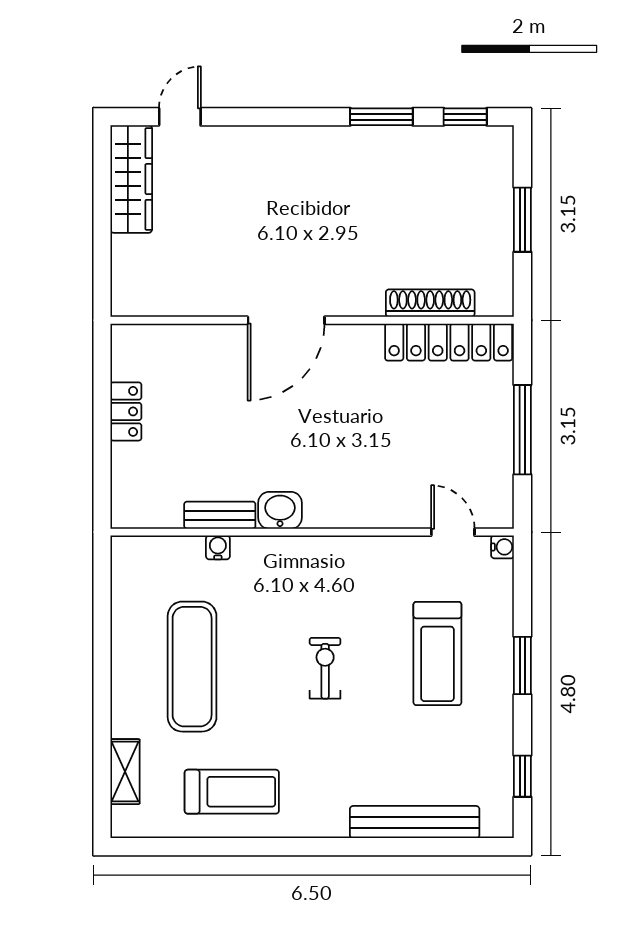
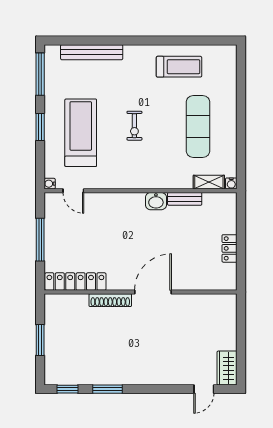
wardrobe: (131, 179) -> (227, 368), width x0.67
shoe rack: (430, 303) -> (110, 300), moved
water cooler: (218, 547) -> (231, 183), moved
treadmill: (437, 654) -> (81, 133), width x1.37, depth x1.38
shelving: (125, 772) -> (209, 182), moved, turned 90
window: (522, 776) -> (40, 74), width x2.17
treadmill: (232, 792) -> (179, 67), turned 180

